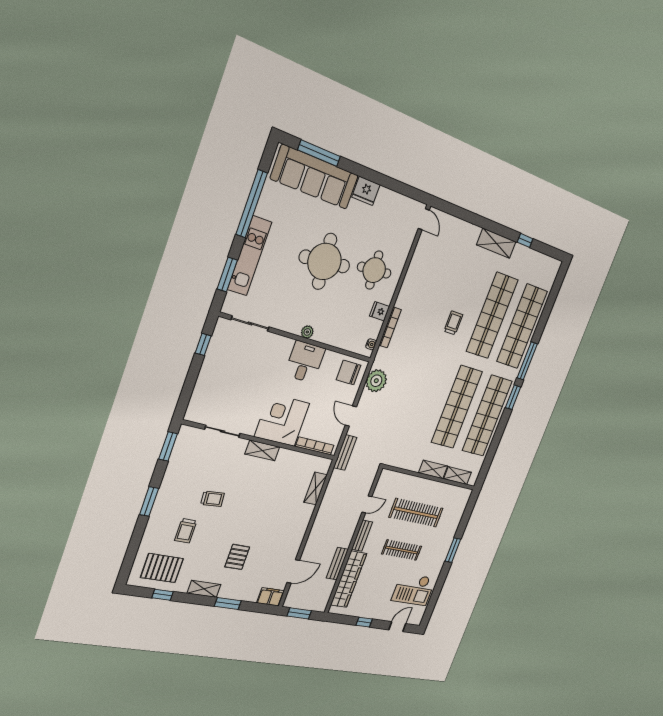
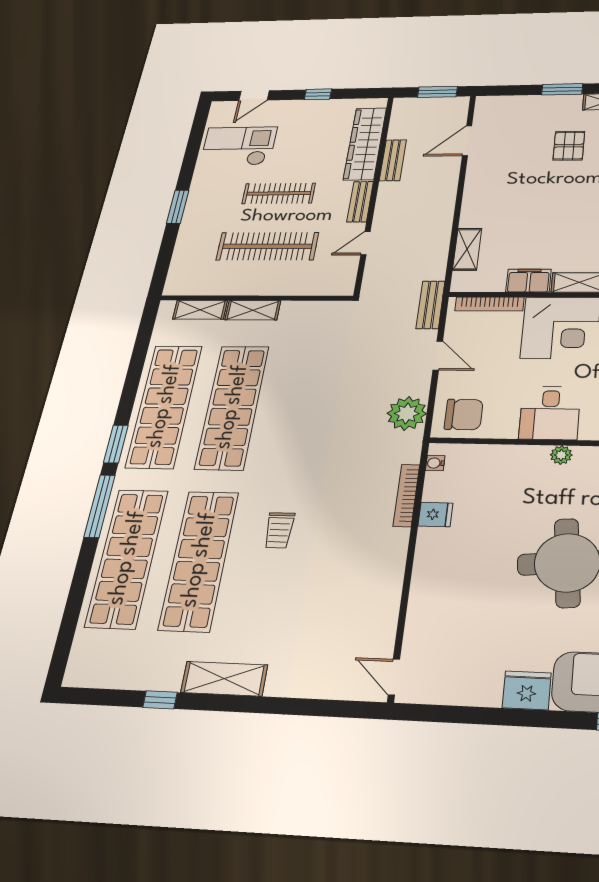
round table: (374, 270) -> (467, 573), removed
filing cabinet: (271, 597) -> (528, 281), moved, turned 180

